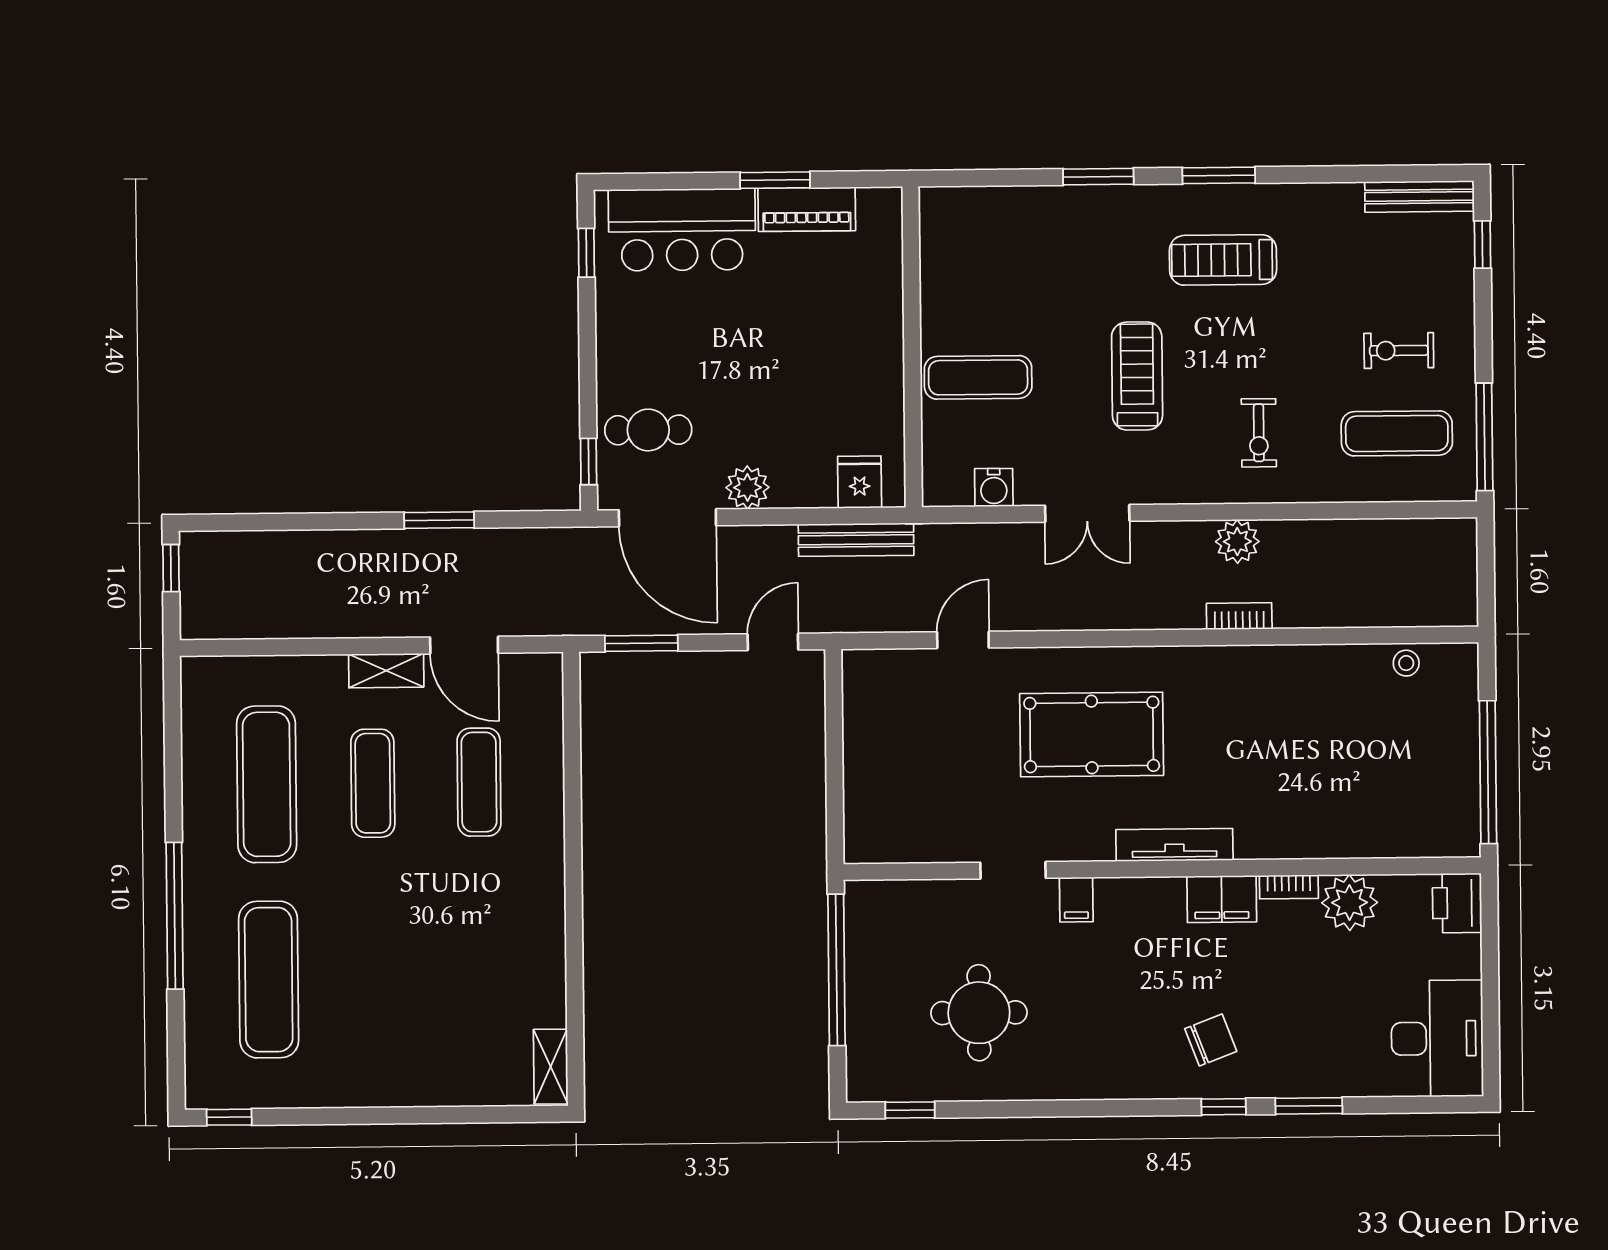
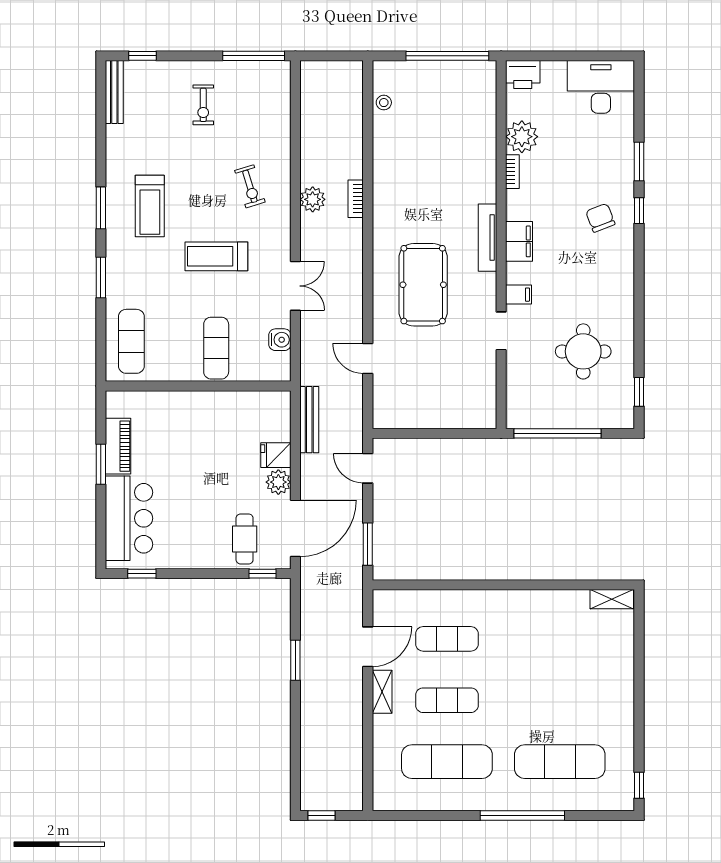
exercise bike: (1259, 433) -> (250, 186), turned 73
exercise mat: (1397, 433) -> (131, 341), moved
fridge: (860, 482) -> (276, 455), moved
filing cabinet: (1222, 899) -> (519, 241), moved

